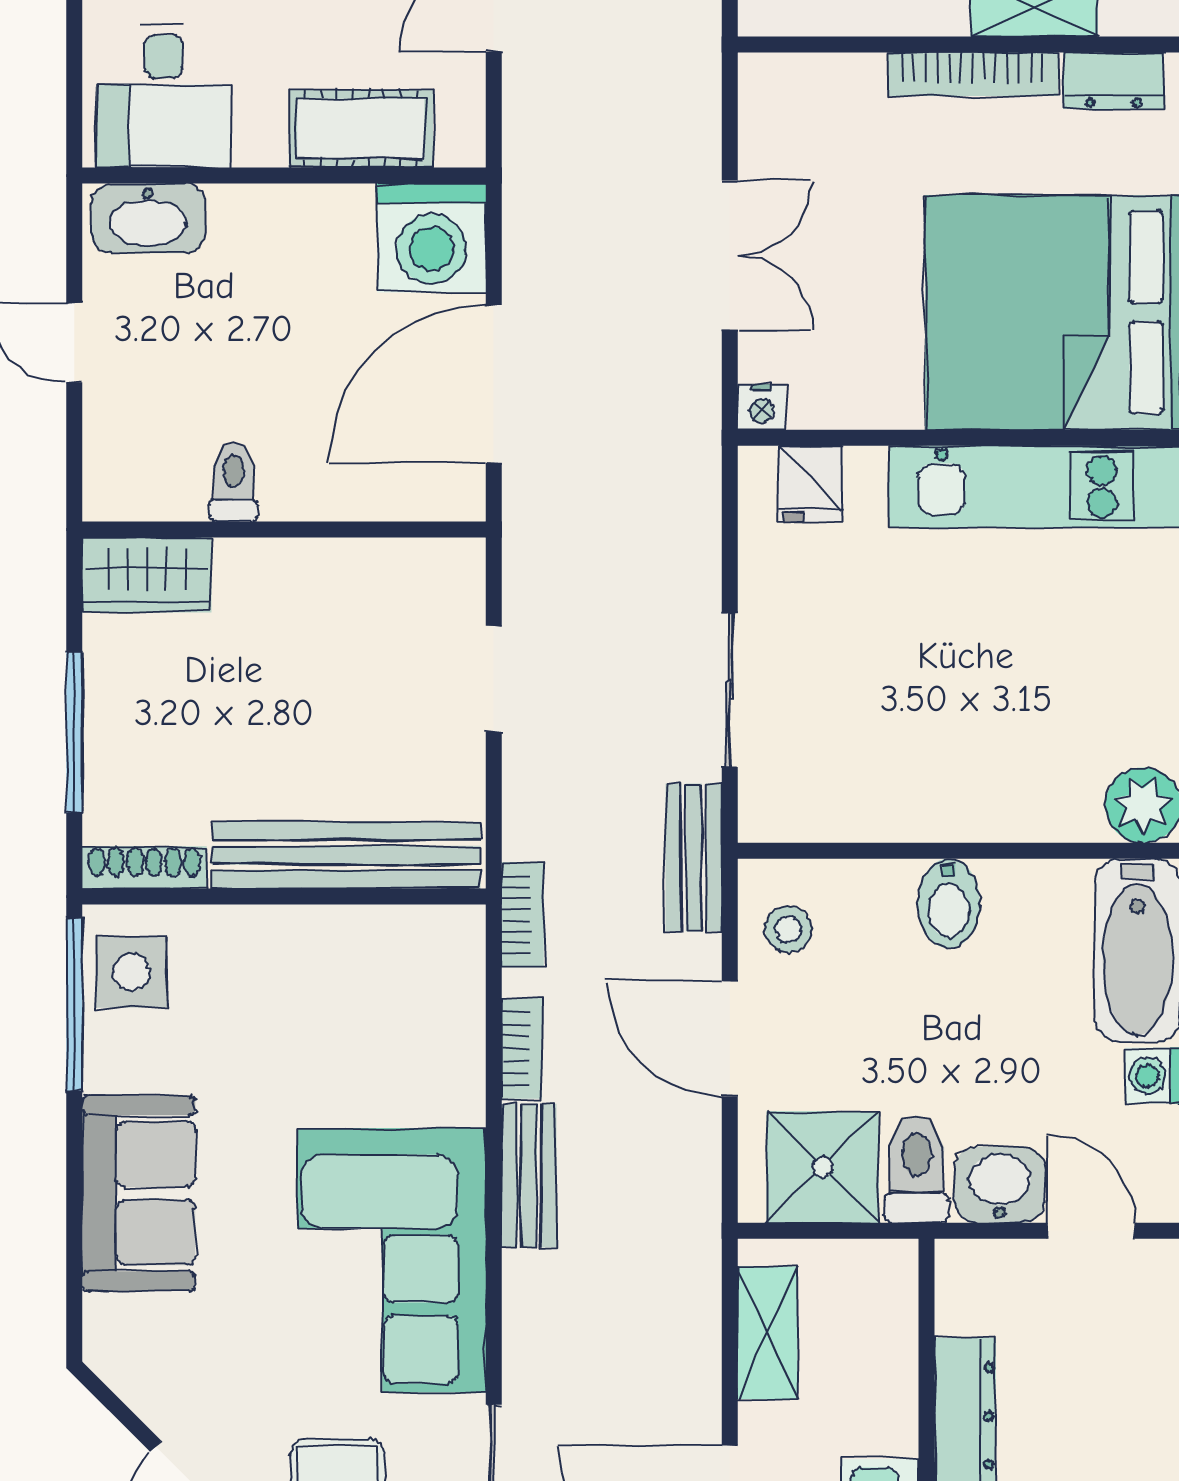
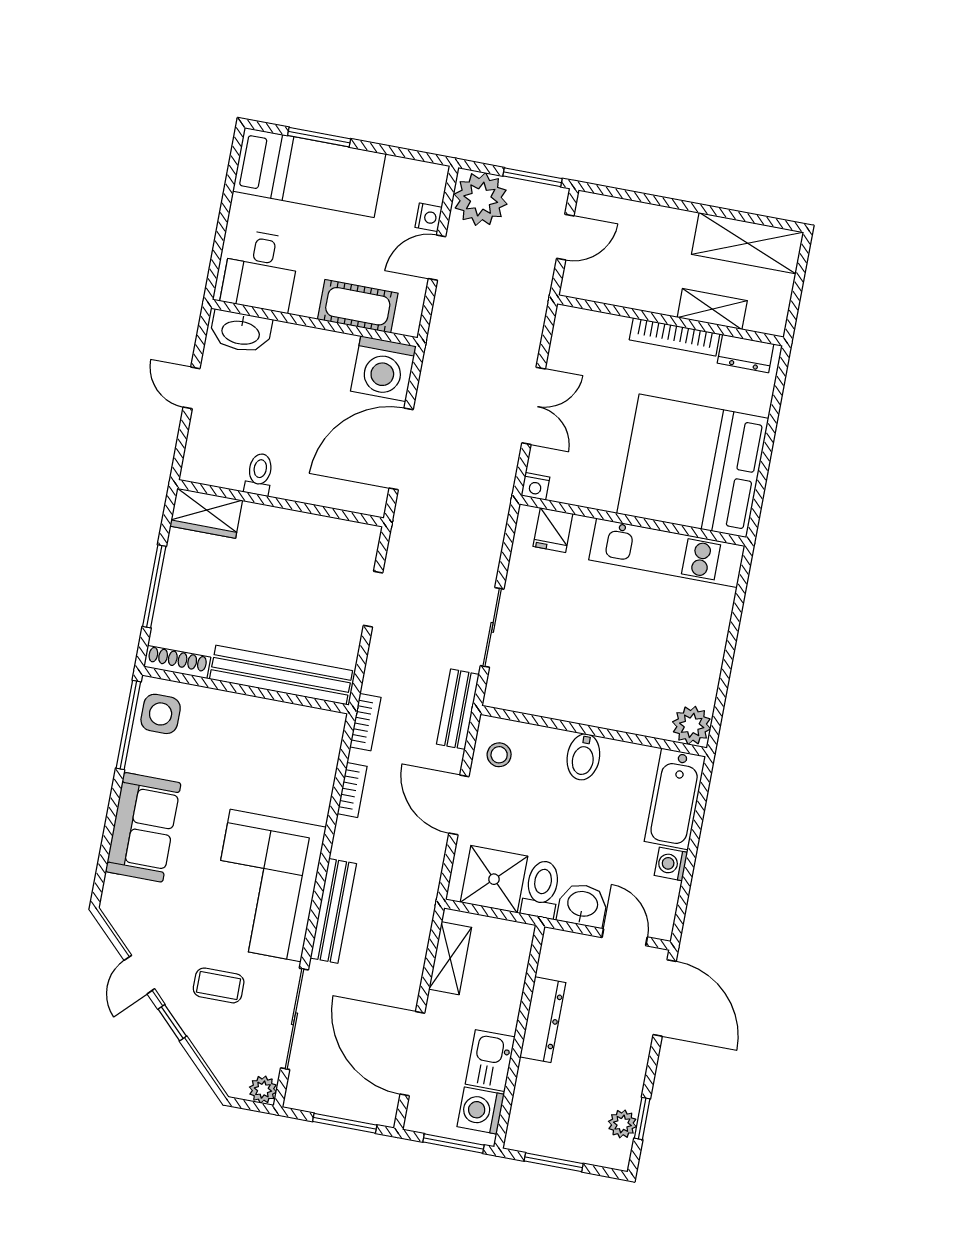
bench: (529, 1176) -> (333, 911), moved, width x1.36

